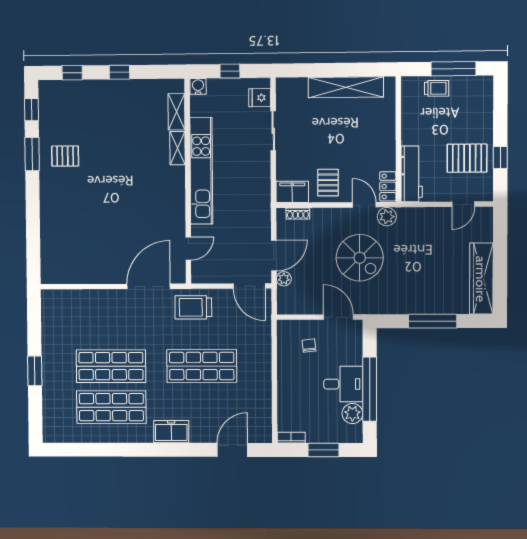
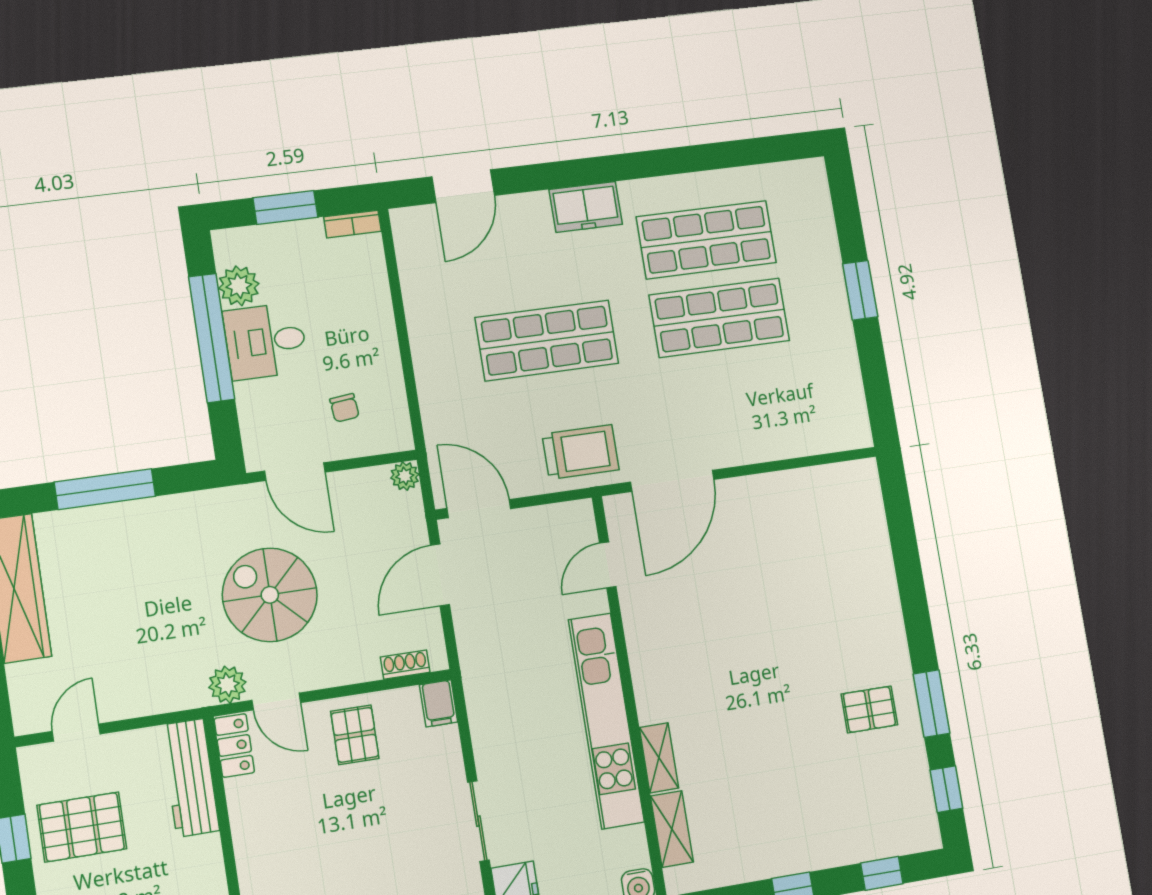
filing cabinet: (292, 192) -> (439, 703), width x0.50
plant: (284, 279) -> (405, 476), moved

